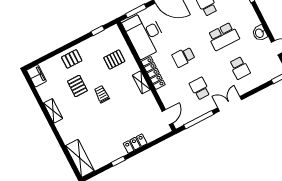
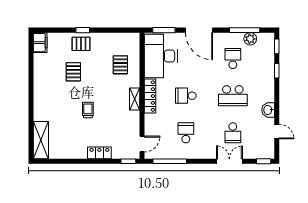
window: (98, 31) -> (83, 30), moved
pallet: (114, 59) -> (120, 65), turned 90
trolley: (102, 94) -> (88, 110), moved
double door: (230, 104) -> (229, 161), moved
shelving: (53, 111) -> (39, 83), removed
window: (118, 161) -> (128, 161), moved

